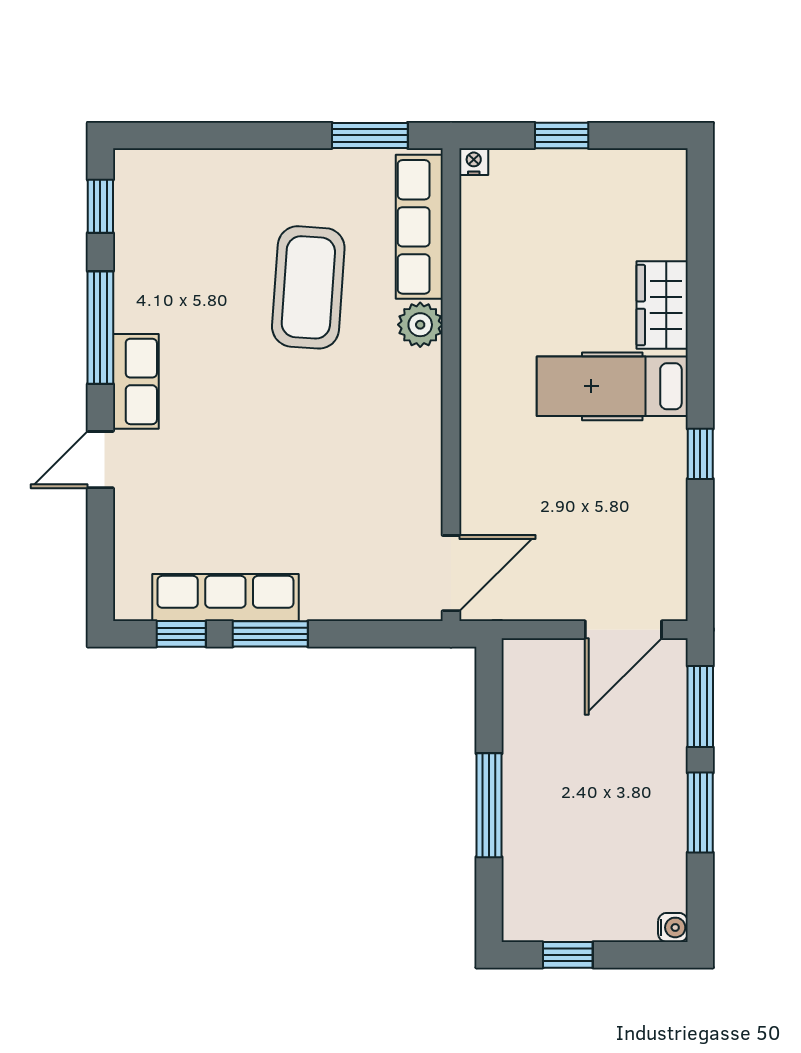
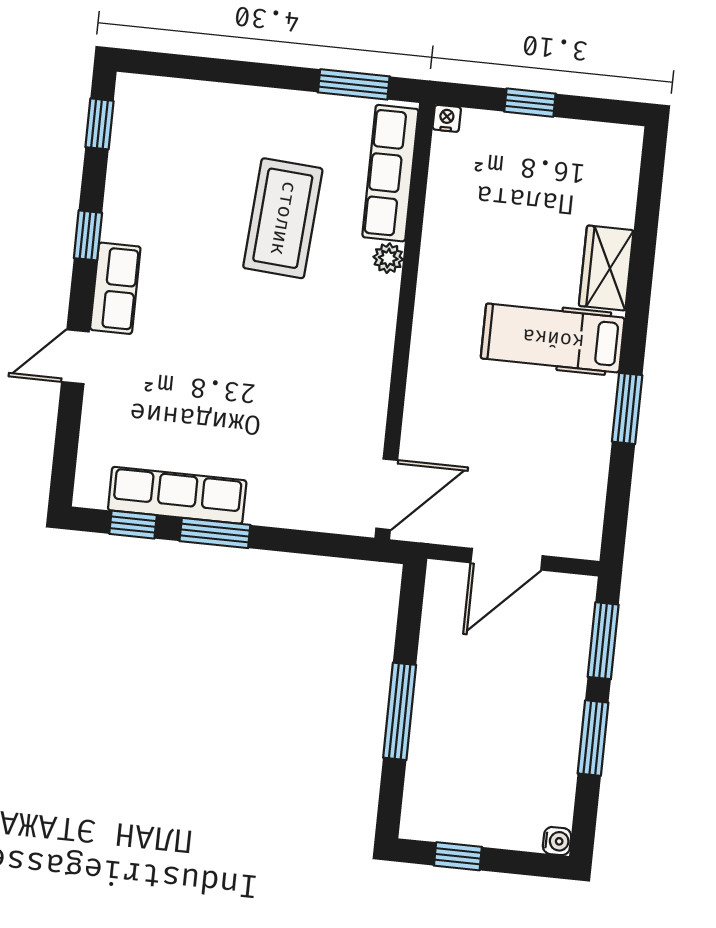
plant: (420, 325) -> (388, 258), width x0.73, depth x0.73
window: (100, 328) -> (88, 235), width x0.46
window: (700, 454) -> (627, 408), width x1.50
door: (623, 630) -> (507, 559), moved

